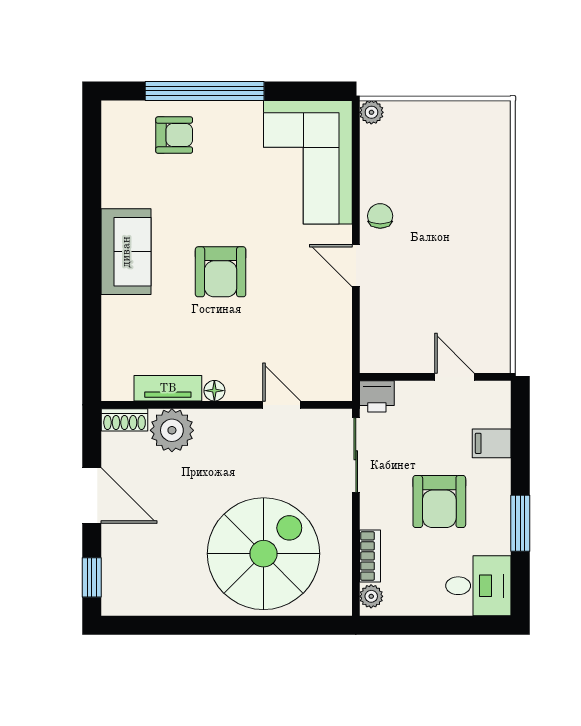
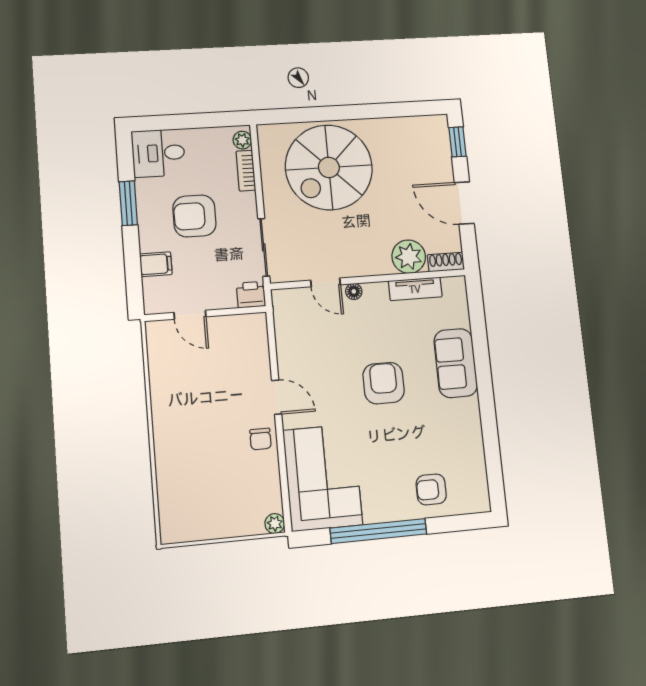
window: (205, 91) -> (378, 531), moved
sofa: (126, 252) -> (456, 363), moved
floor lamp: (214, 391) -> (354, 291), moved
armchair: (439, 502) -> (194, 216), turned -90

